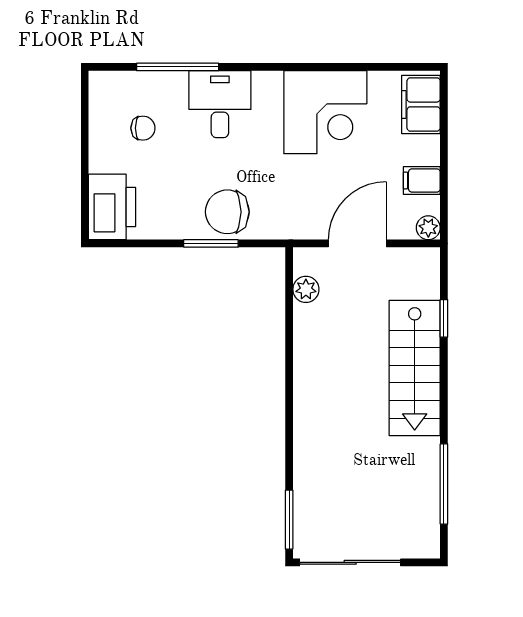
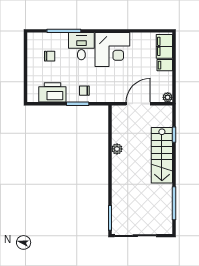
corner desk: (325, 112) -> (112, 49), moved
filing cabinet: (422, 180) -> (165, 65), moved
printer: (112, 207) -> (52, 92), moved, turned -90
chair: (227, 212) -> (84, 91), width x0.54, depth x0.54
plant: (306, 289) -> (117, 149), moved

